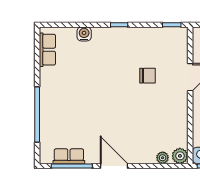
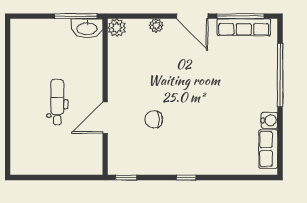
water cooler: (84, 34) -> (269, 120), moved, turned -90
row of seats: (69, 156) -> (244, 27), width x1.48
plant: (163, 158) -> (156, 26), moved

